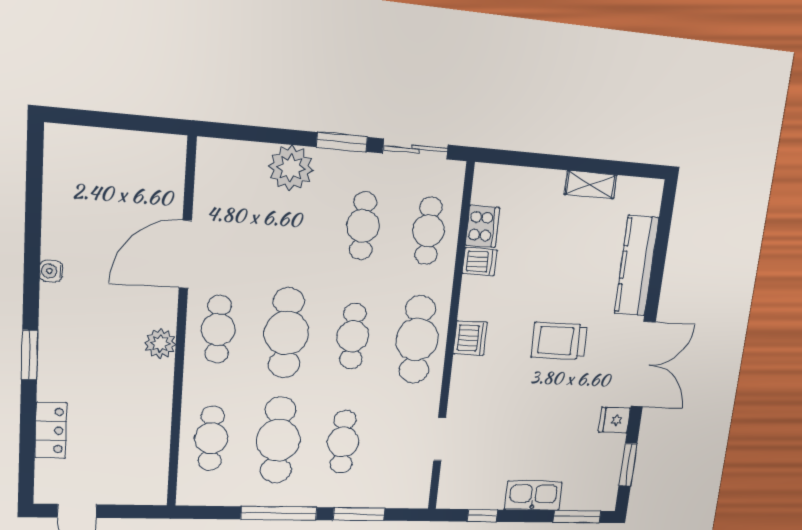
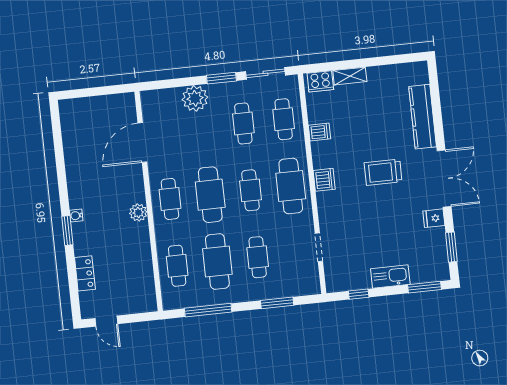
shelving: (590, 185) -> (350, 76), moved
cooker: (482, 226) -> (320, 81), moved, turned 90
door: (185, 254) -> (142, 142), moved
water cooler: (51, 271) -> (76, 216), moved
window: (279, 513) -> (208, 310), moved

